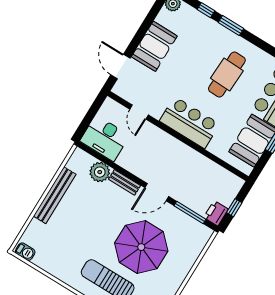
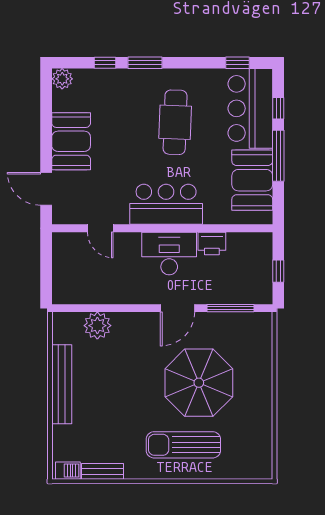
desk: (105, 138) -> (169, 253), moved, turned 180
bench: (124, 182) -> (103, 471), moved
printer: (216, 213) -> (212, 243), moved, turned -90

